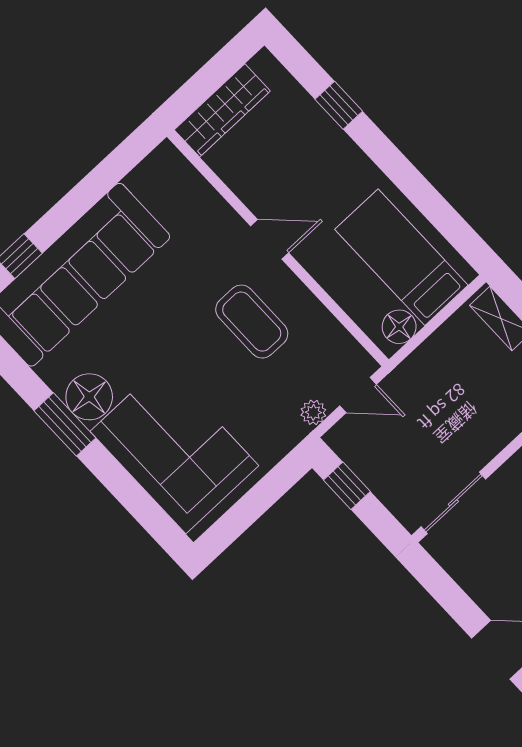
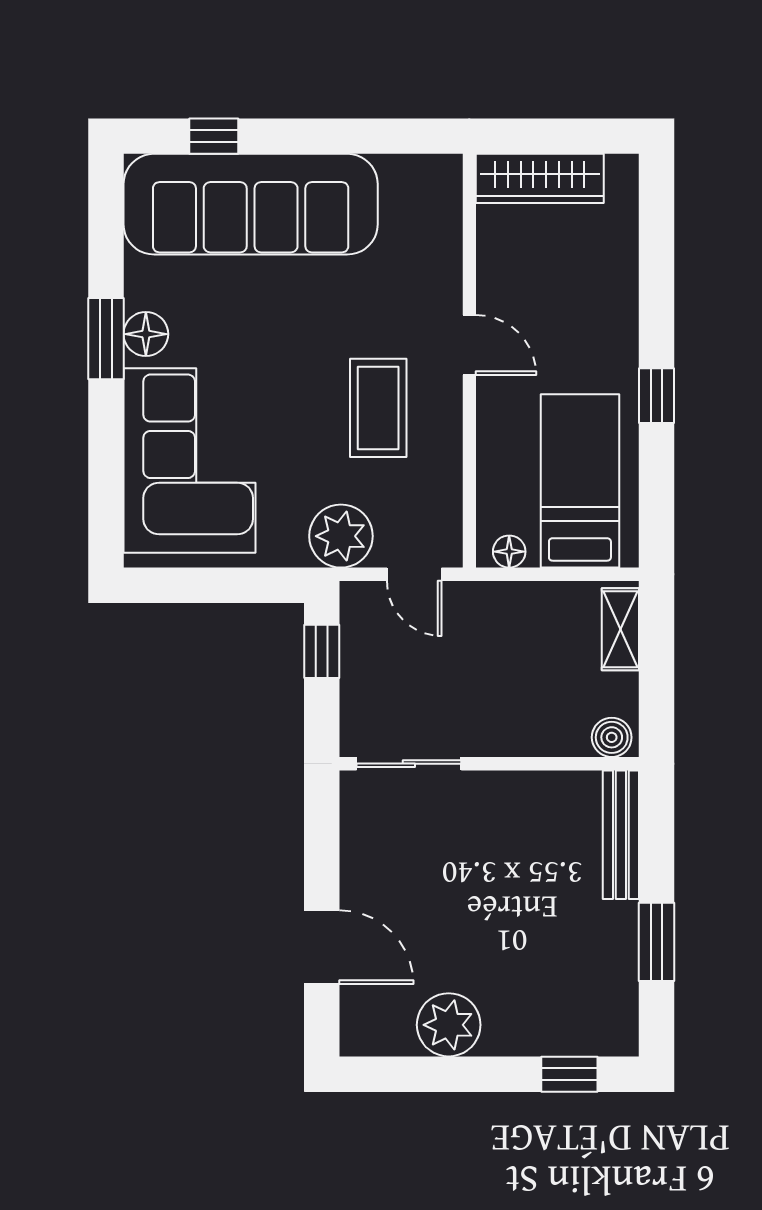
window: (339, 105) -> (657, 396), moved
floor lamp: (399, 327) -> (509, 552), width x0.73, depth x0.73
floor lamp: (89, 397) -> (146, 334), width x0.73, depth x0.73
plant: (313, 412) -> (341, 536), width x1.87, depth x1.87

